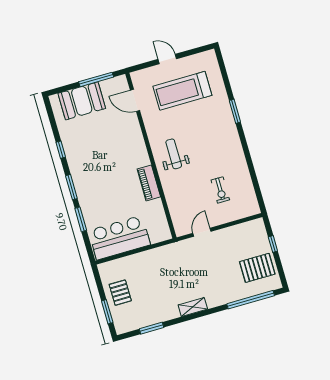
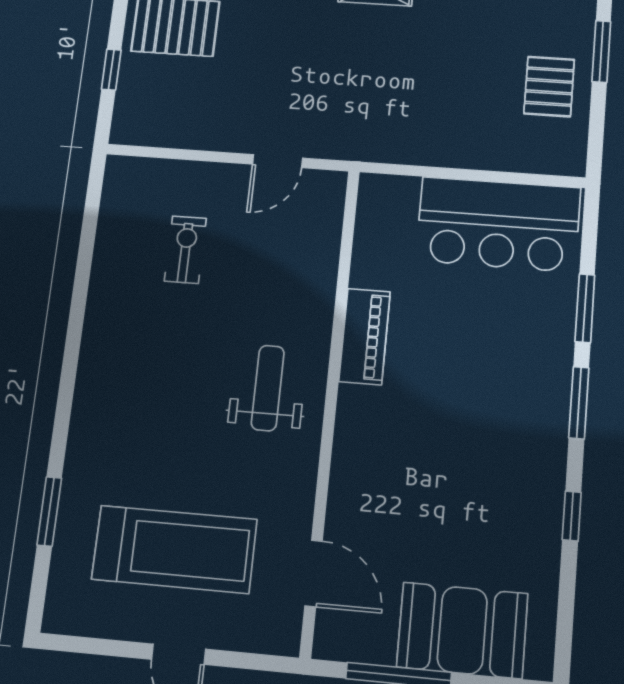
window: (235, 111) -> (49, 511), moved
weight bench: (174, 154) -> (268, 388), turned 180

